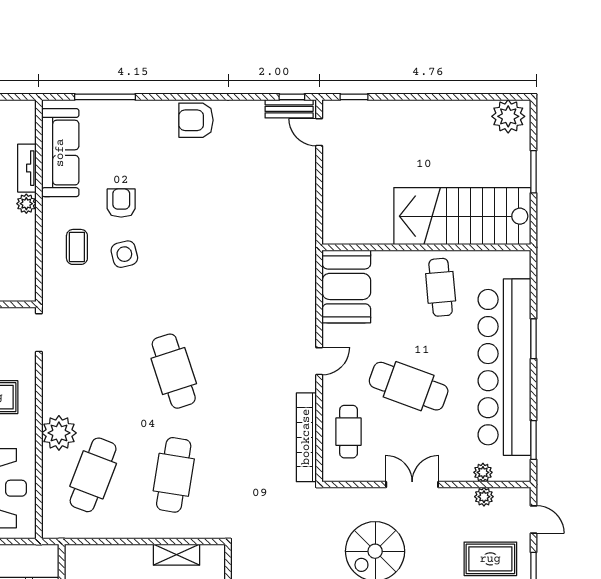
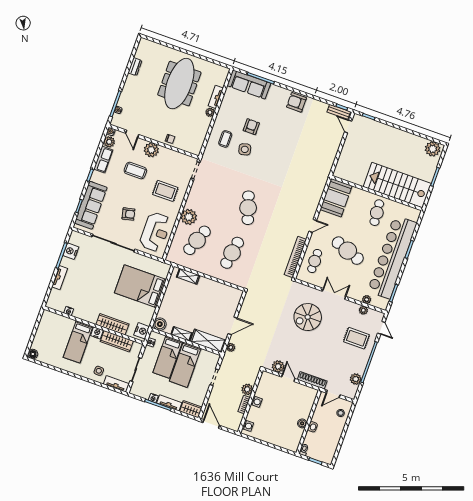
sofa: (60, 153) -> (249, 84), moved, turned 90
shelving: (176, 555) -> (188, 276), moved

